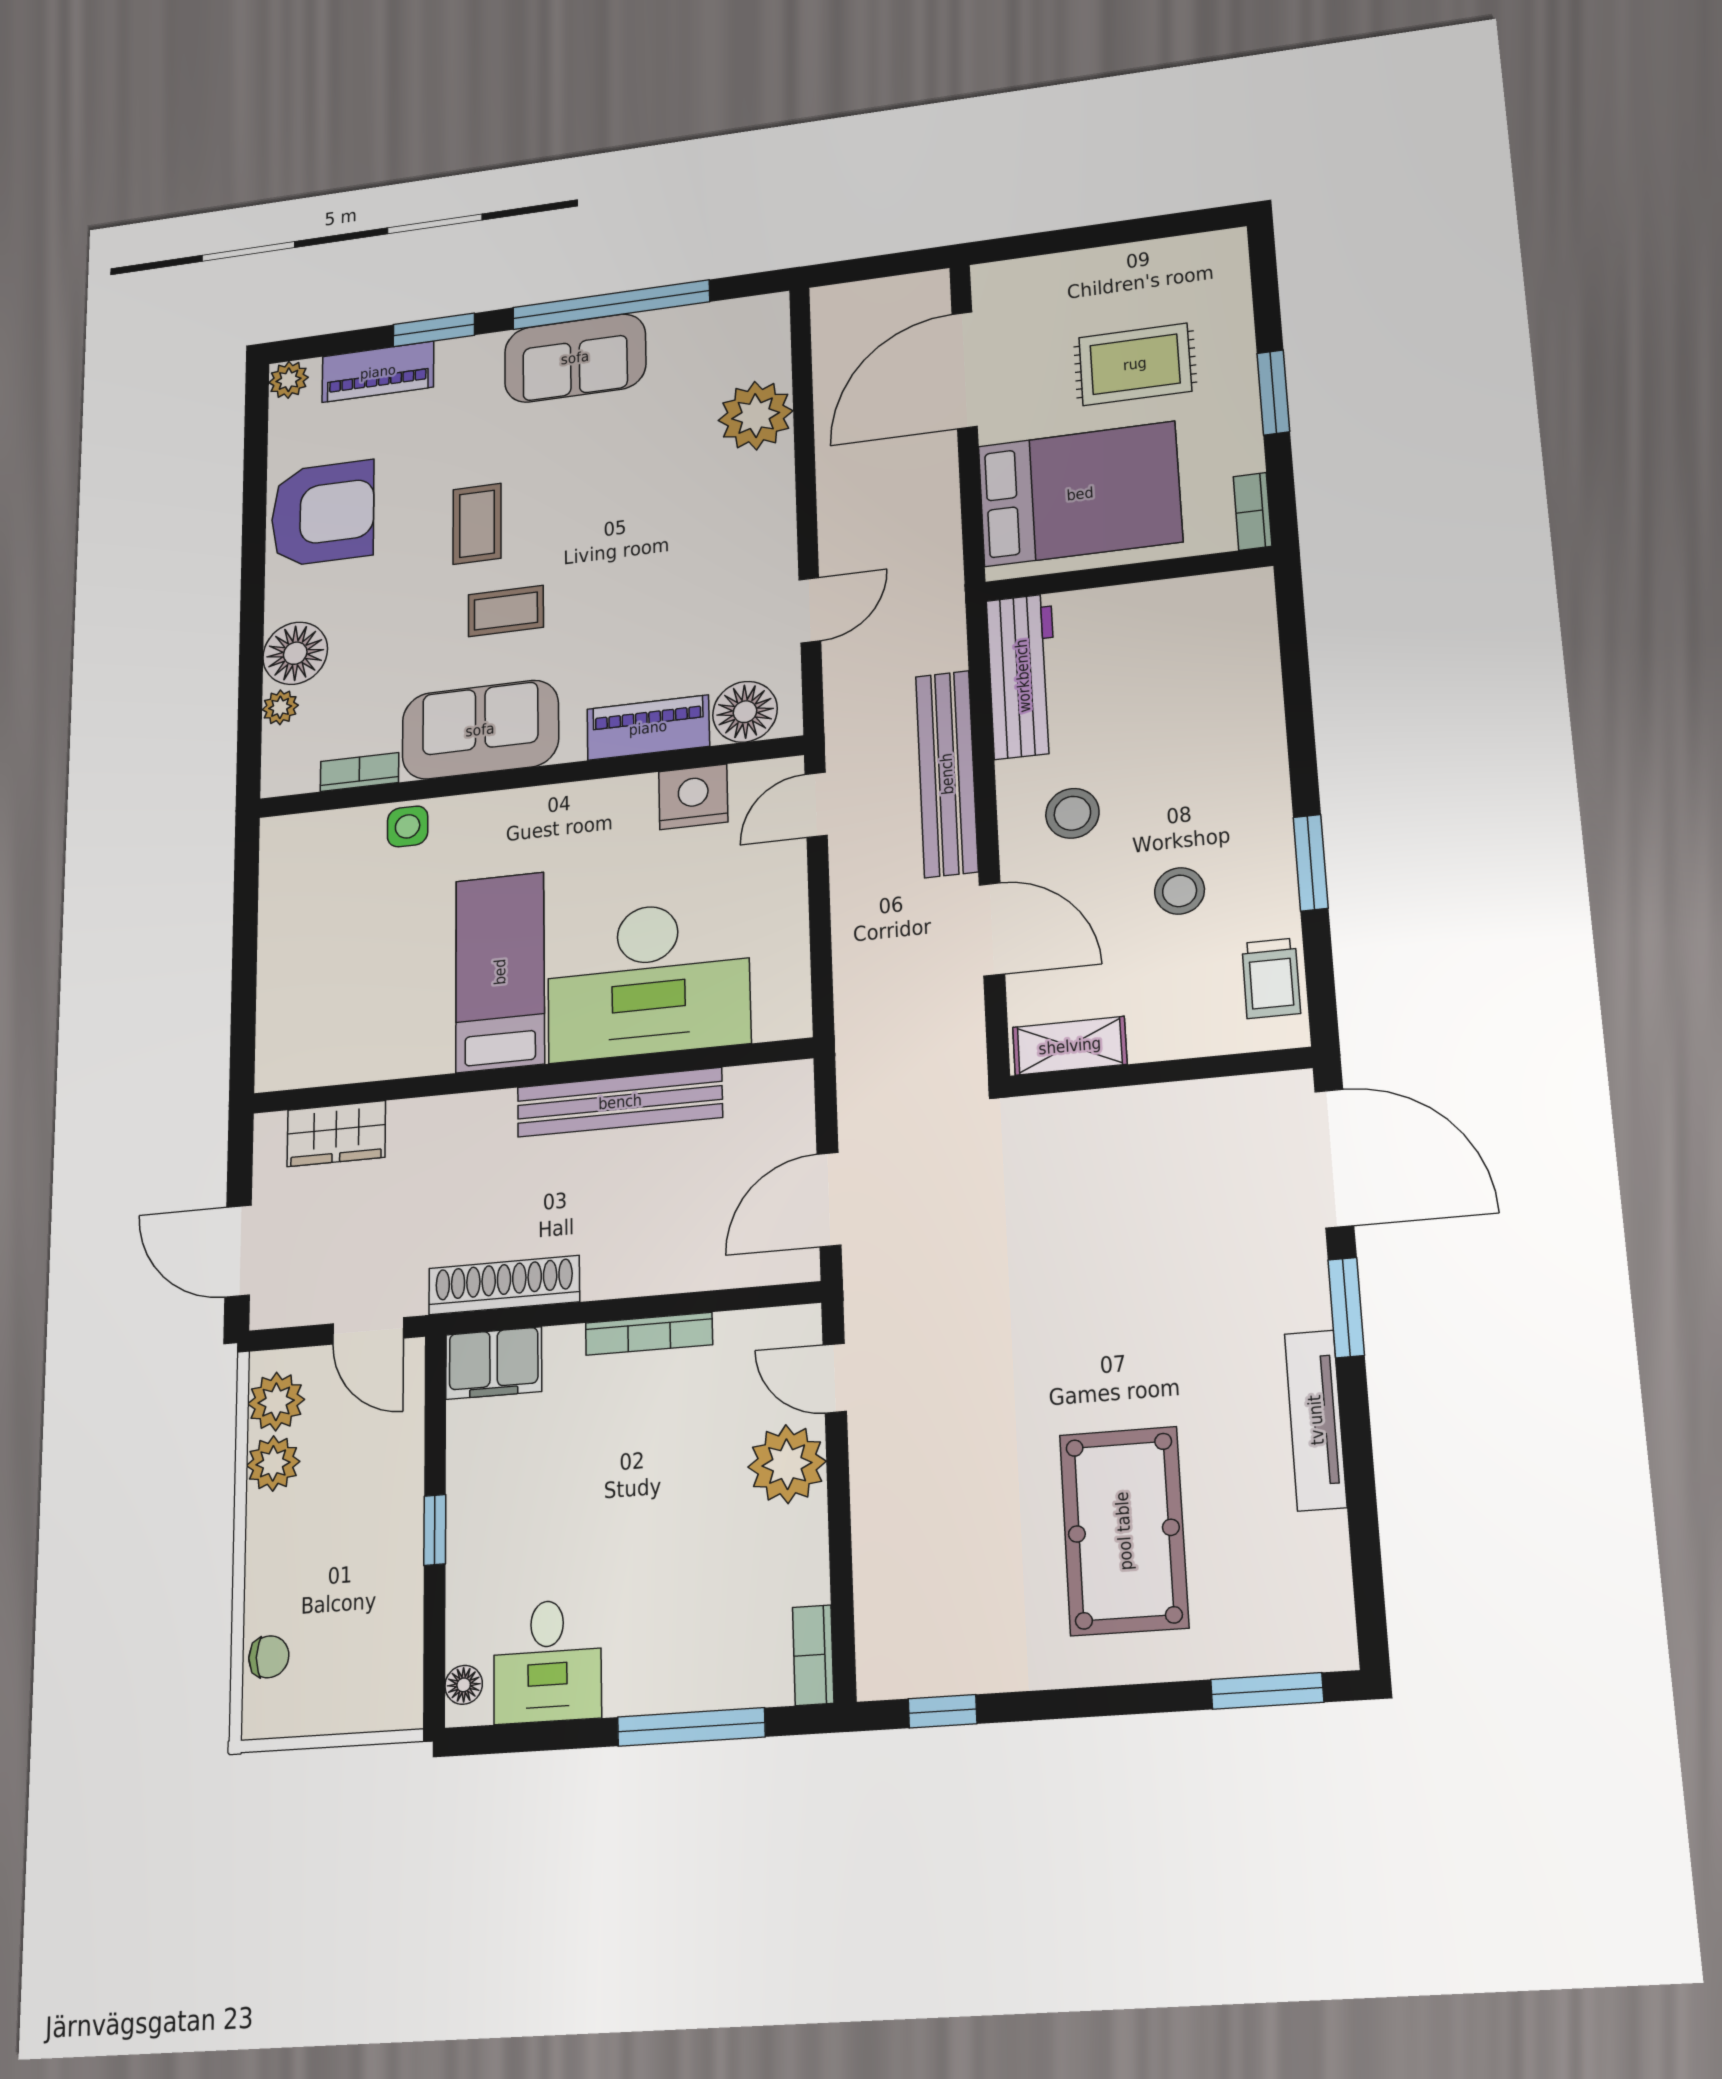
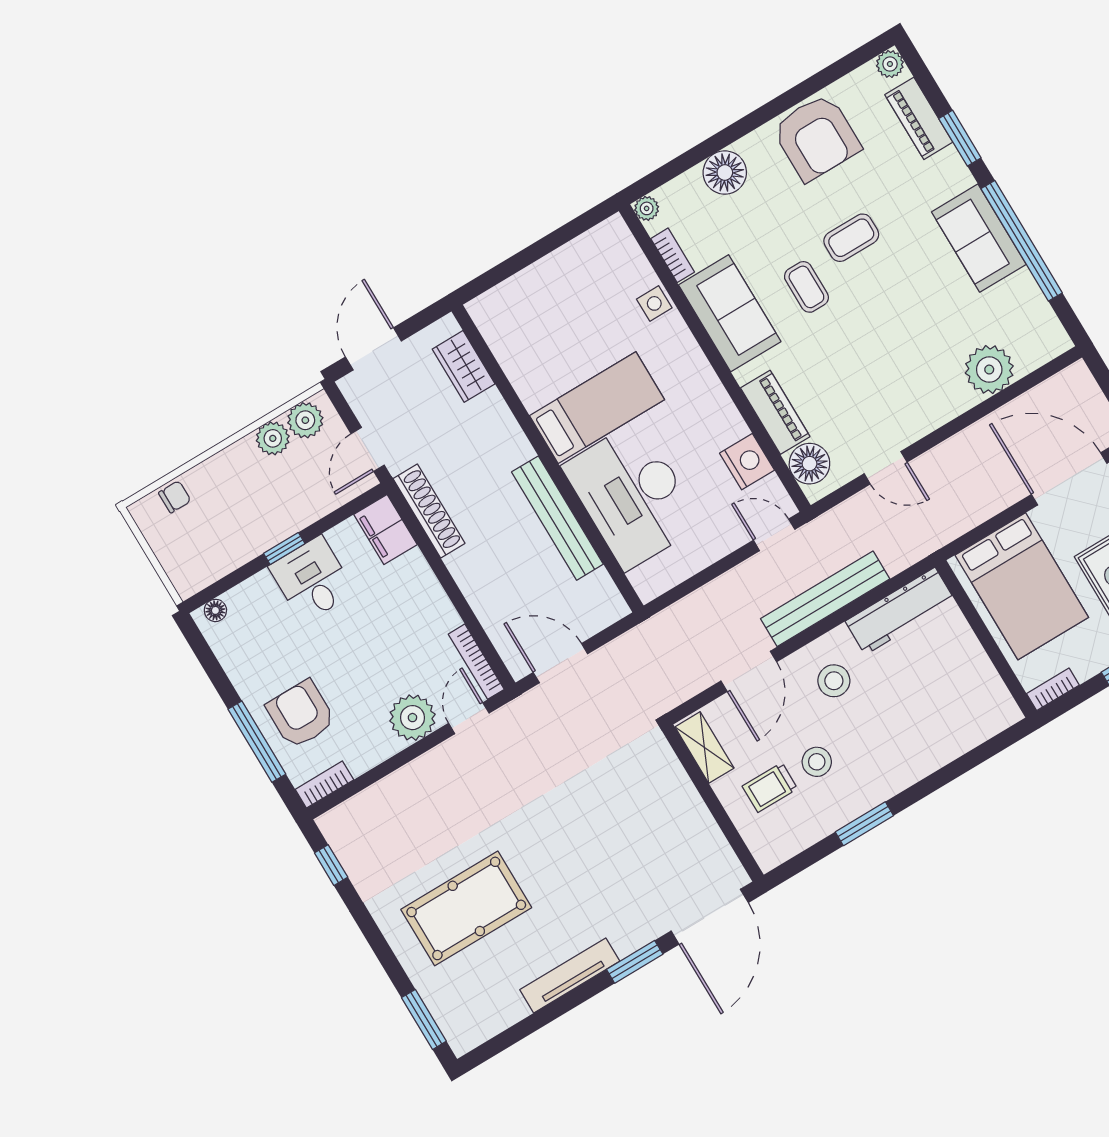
plant: (280, 707) -> (647, 208), moved
trolley: (1271, 978) -> (770, 787), moved
bookcase: (649, 1334) -> (476, 662), moved
armchair: (688, 1635) -> (301, 714), added
chair: (269, 1657) -> (175, 497), turned -90
desk: (547, 1661) -> (312, 579), moved, turned 90

